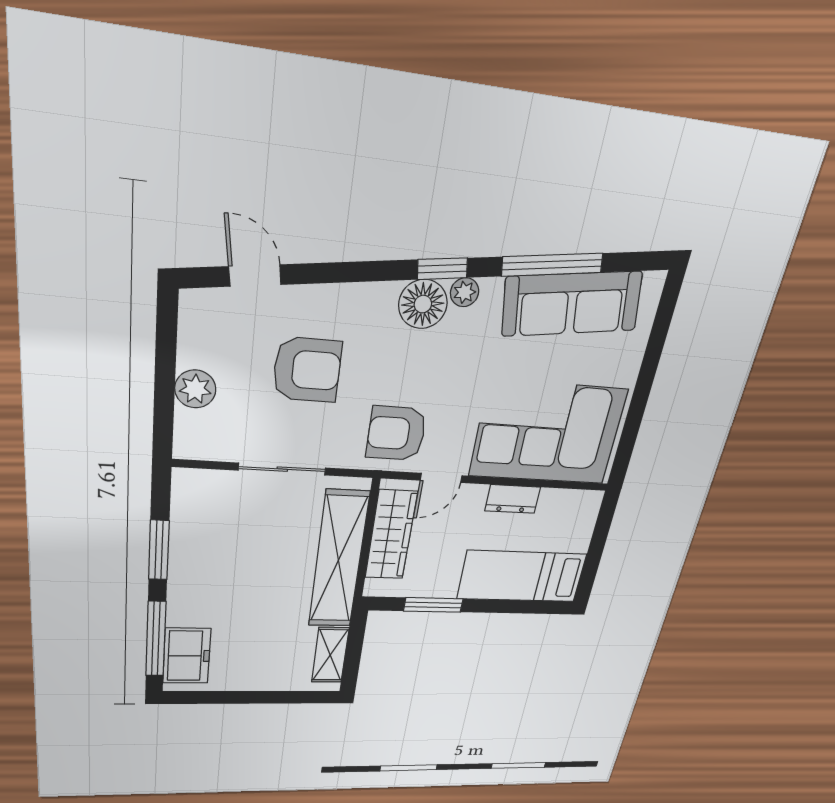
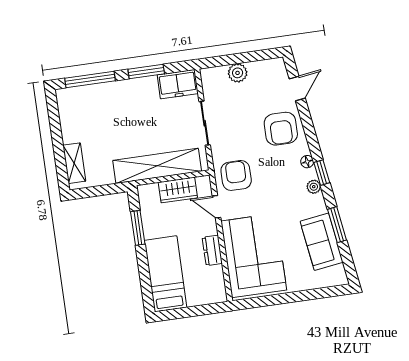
window: (552, 265) -> (337, 225), width x0.69
floor lamp: (423, 304) -> (307, 162), width x0.53, depth x0.53
sofa: (572, 304) -> (322, 242), width x0.73
armchair: (307, 370) -> (281, 129), moved
wardrobe: (391, 535) -> (178, 190), width x0.67
shelving: (330, 655) -> (74, 163), moved, turned 90
freezer: (187, 656) -> (178, 84), moved

